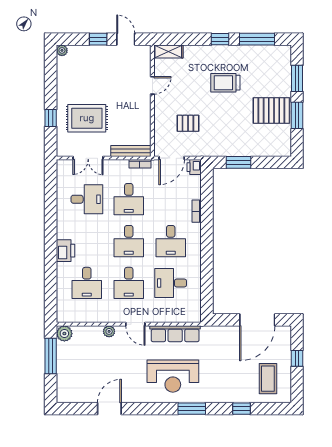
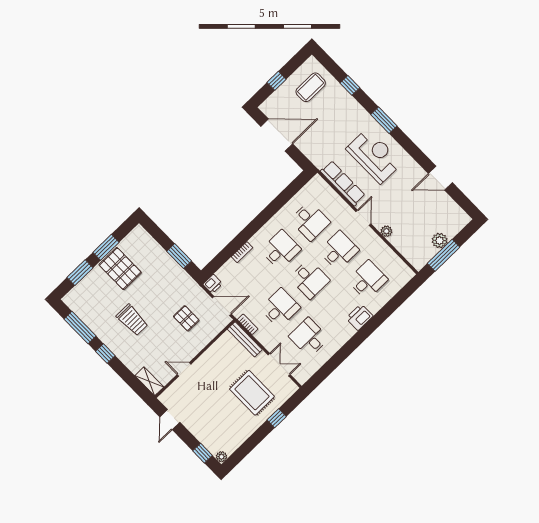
window: (98, 39) -> (203, 453), moved
desk: (129, 241) -> (310, 279), turned 90
plant: (64, 334) -> (440, 241), moved

